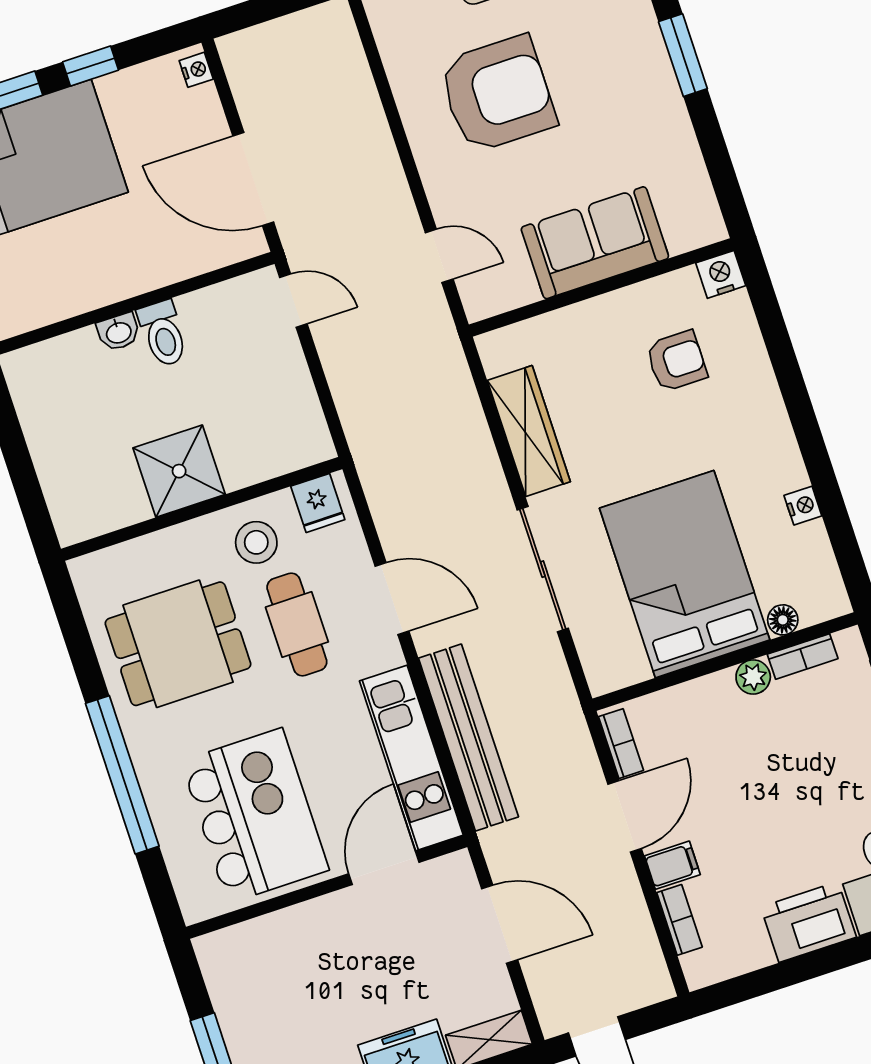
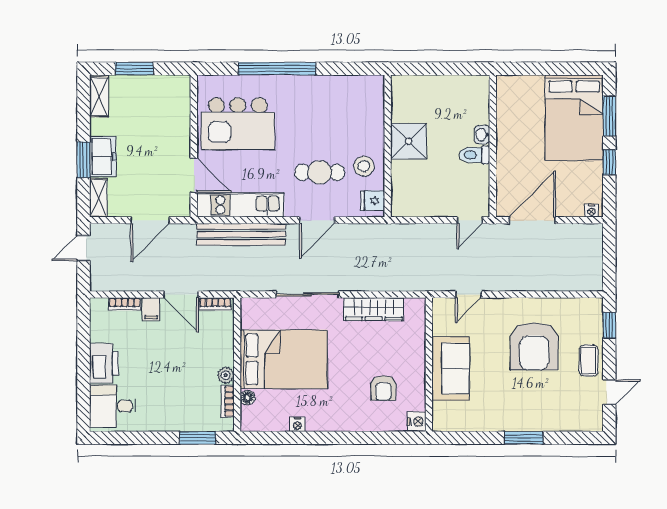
dining table: (178, 644) -> (329, 114), removed

